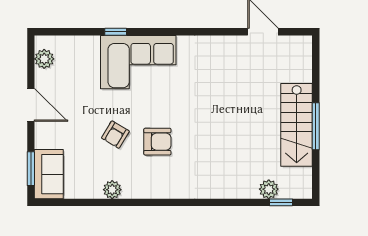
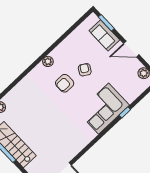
sofa: (49, 174) -> (104, 35), moved
plant: (112, 190) -> (48, 61), moved

